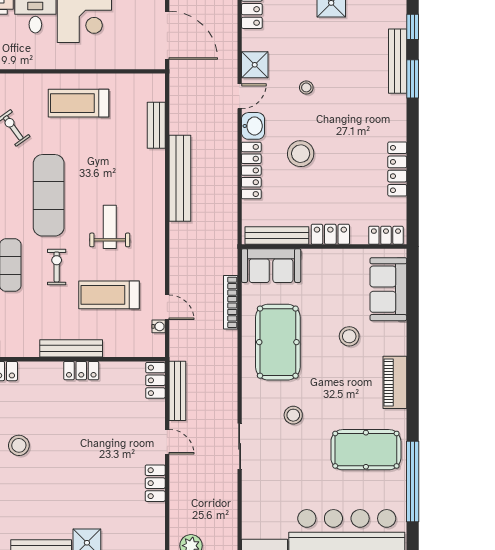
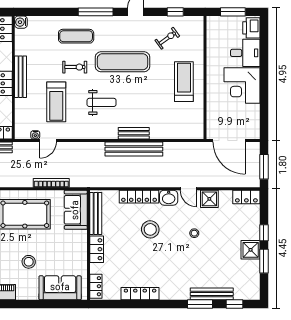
door: (167, 35) -> (229, 141), hinge flipped
bench: (156, 125) -> (134, 133), moved
treadmill: (109, 295) -> (56, 102), turned 180

